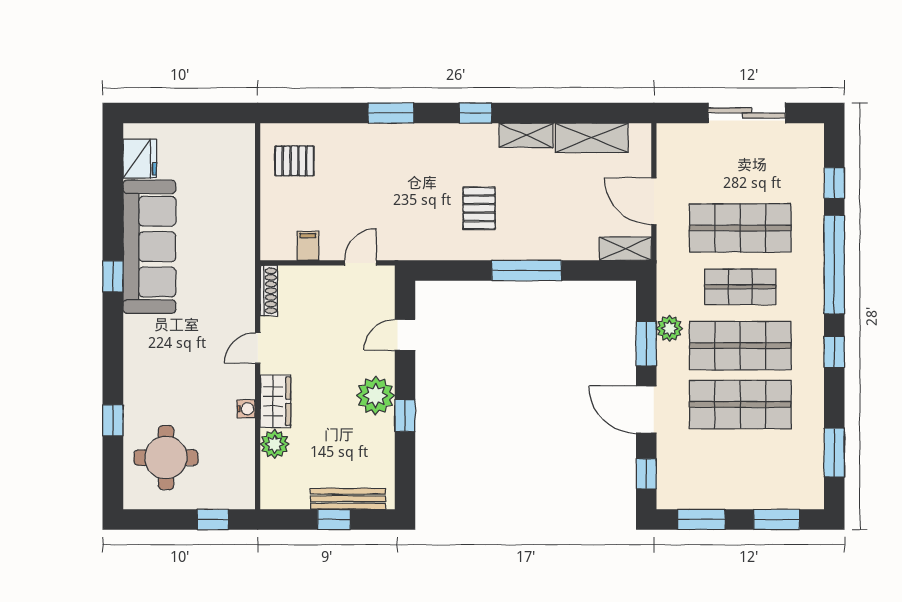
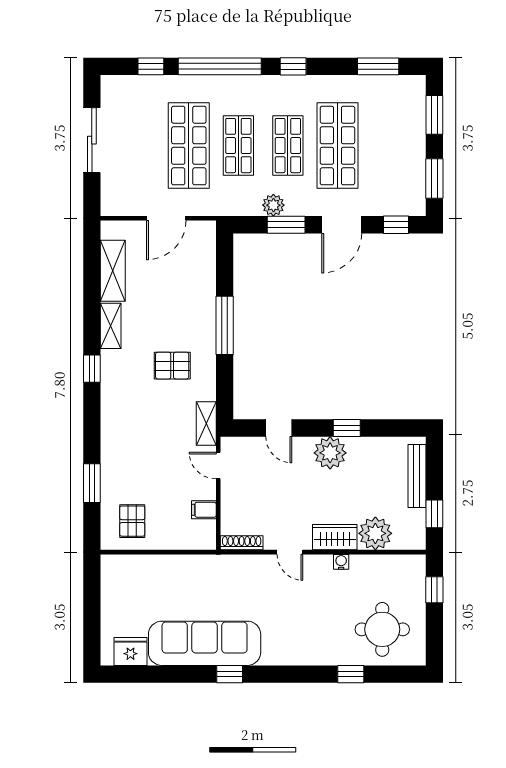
window: (391, 113) -> (92, 483), moved
shelving: (625, 249) -> (206, 424), moved
shop shelf: (740, 346) -> (288, 146), width x0.70, depth x0.74
plant: (275, 444) -> (375, 533), width x1.36, depth x1.36
window: (334, 519) -> (434, 514), moved

